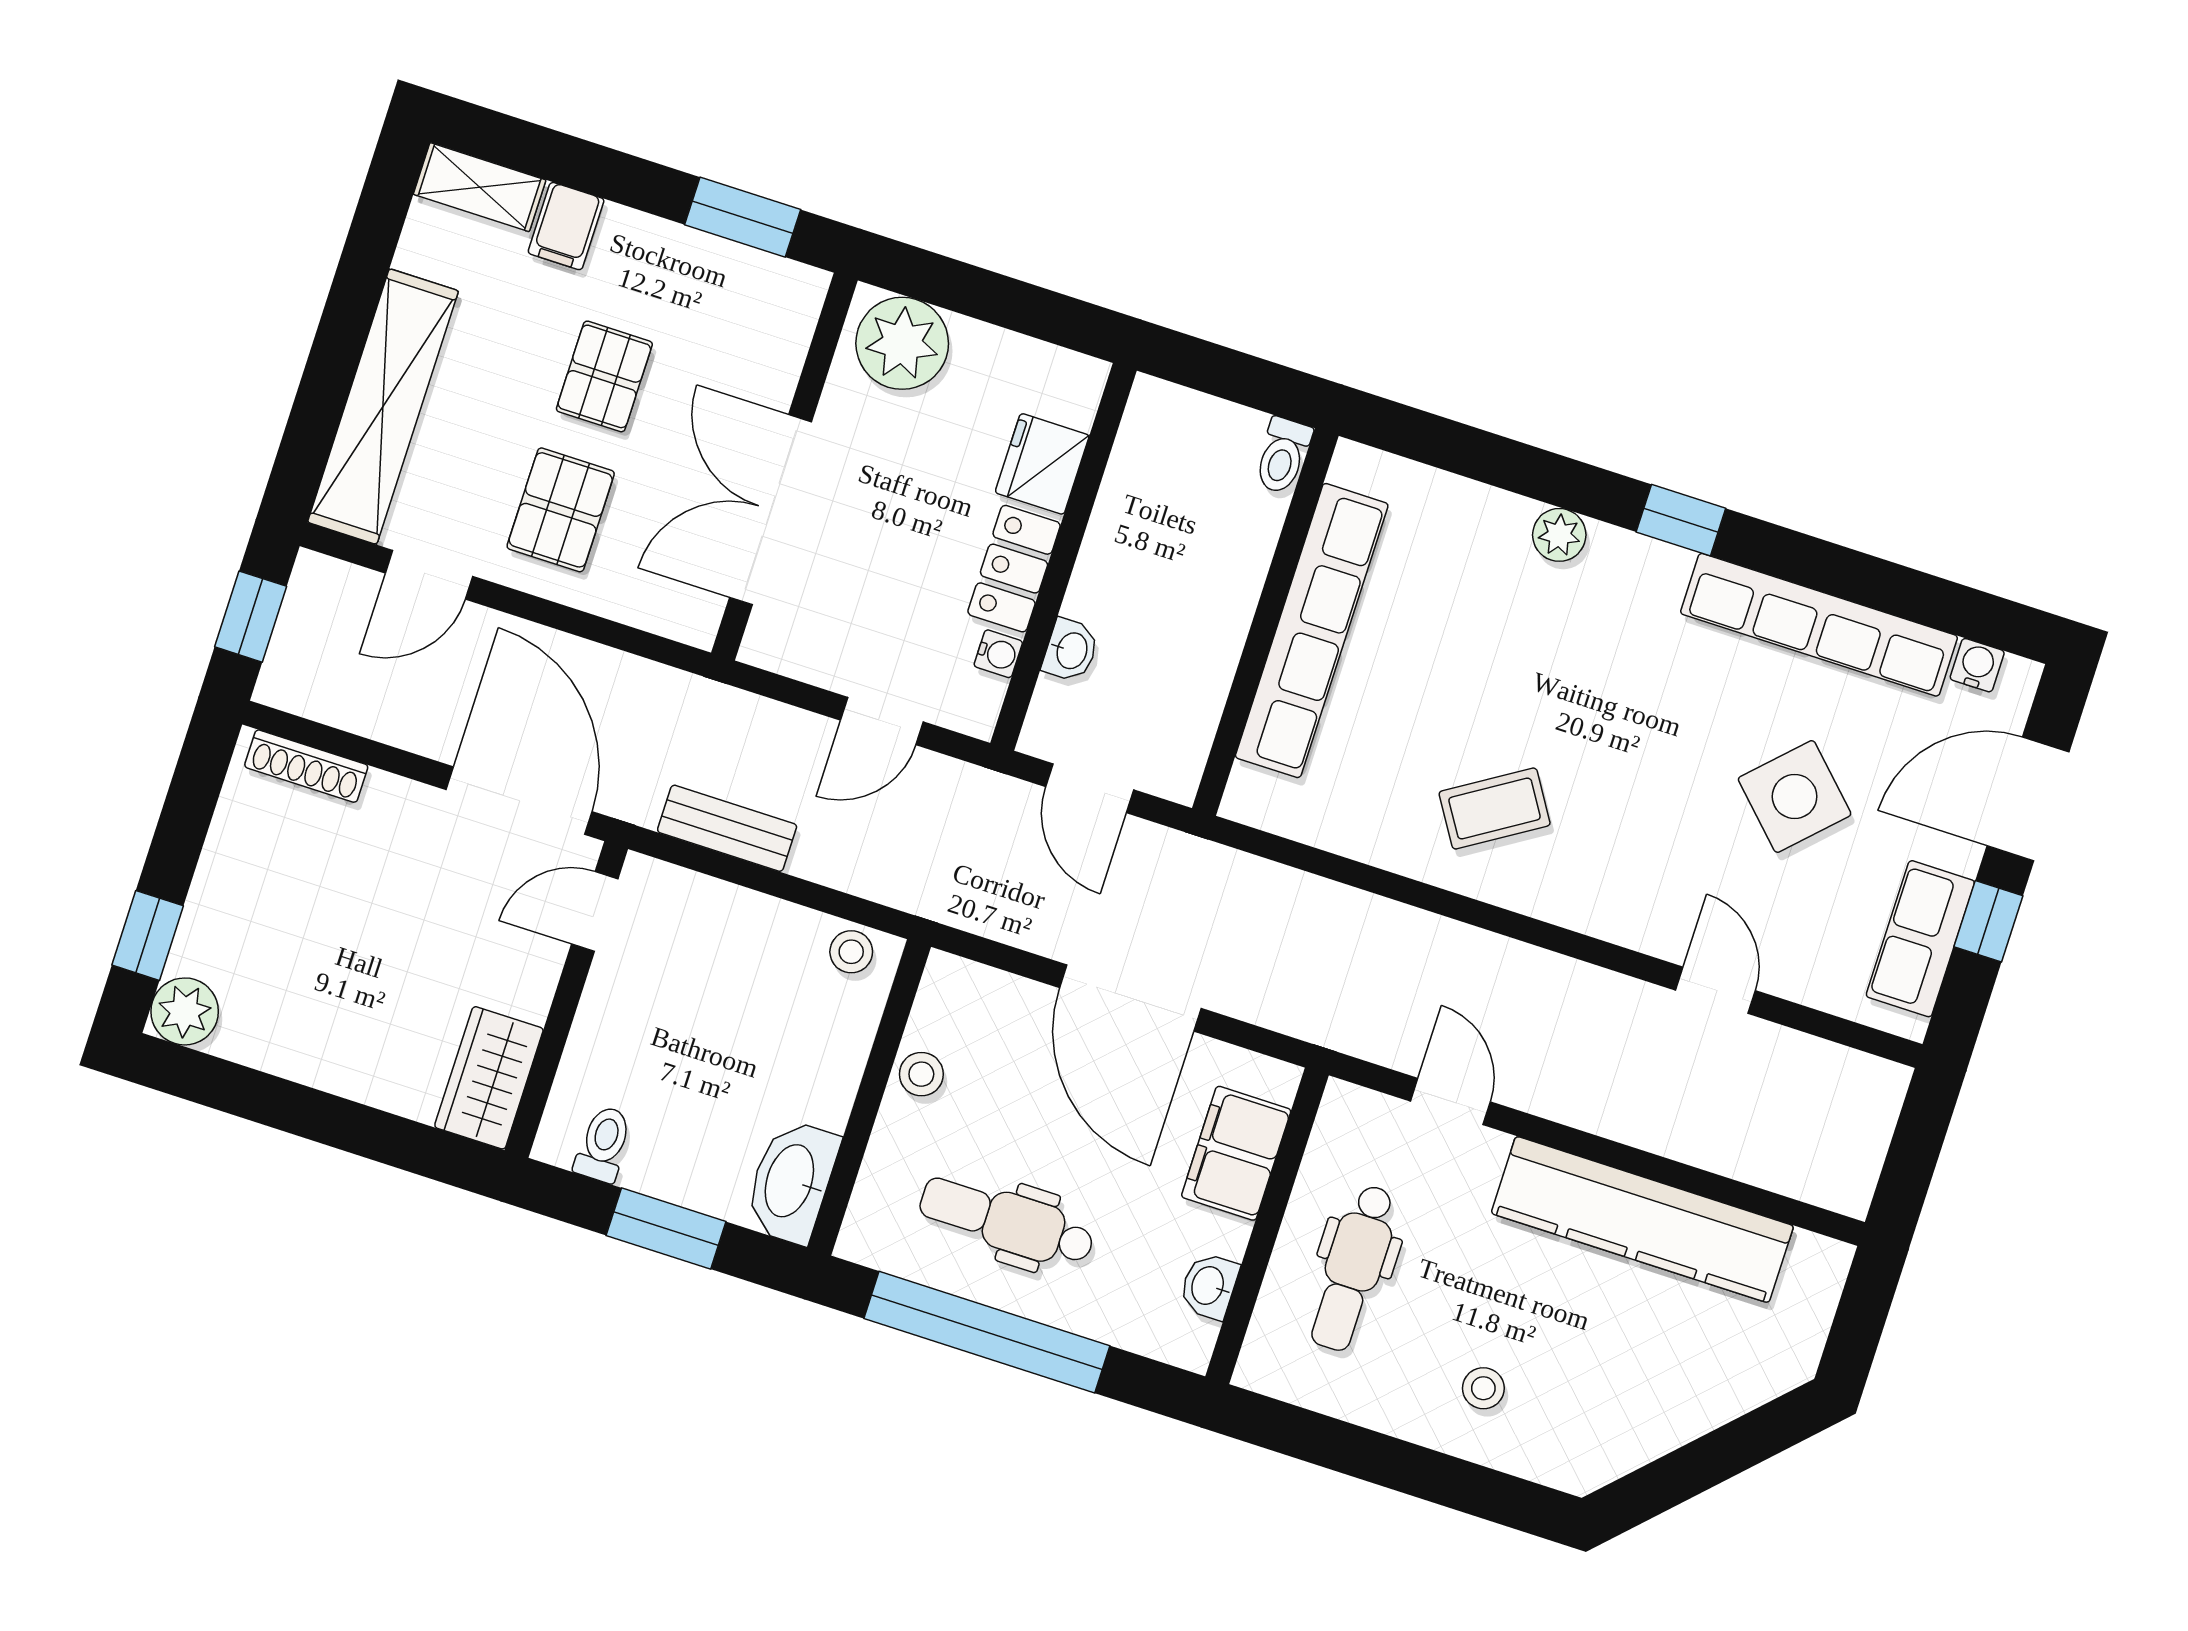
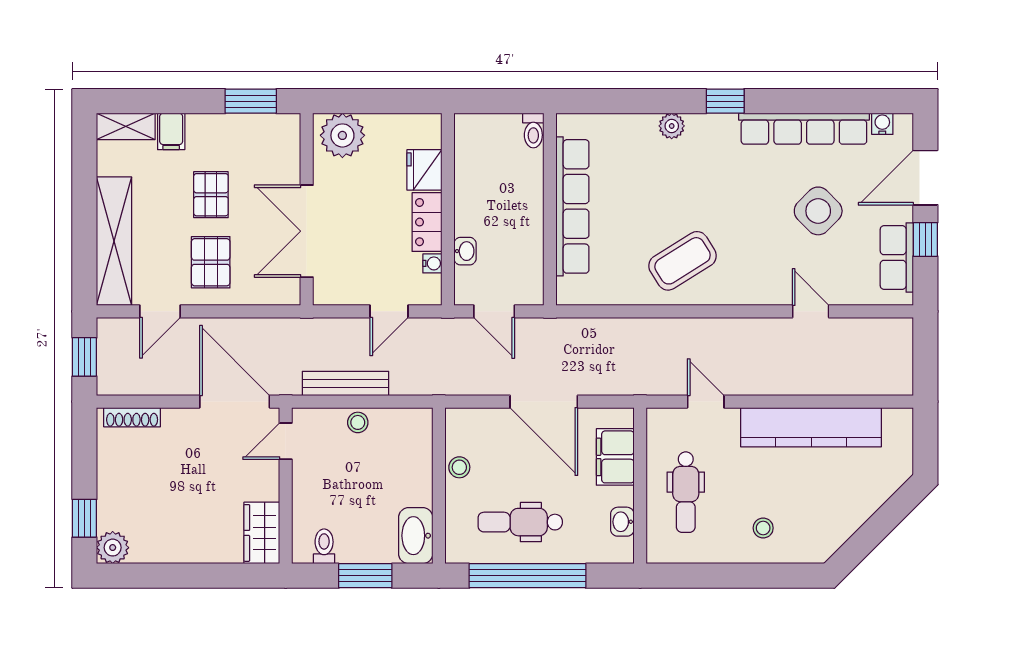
coffee table: (1495, 809) -> (683, 261), width x1.36, depth x1.30
bench: (727, 828) -> (346, 383), width x1.36
stool: (851, 952) -> (358, 422), moved

